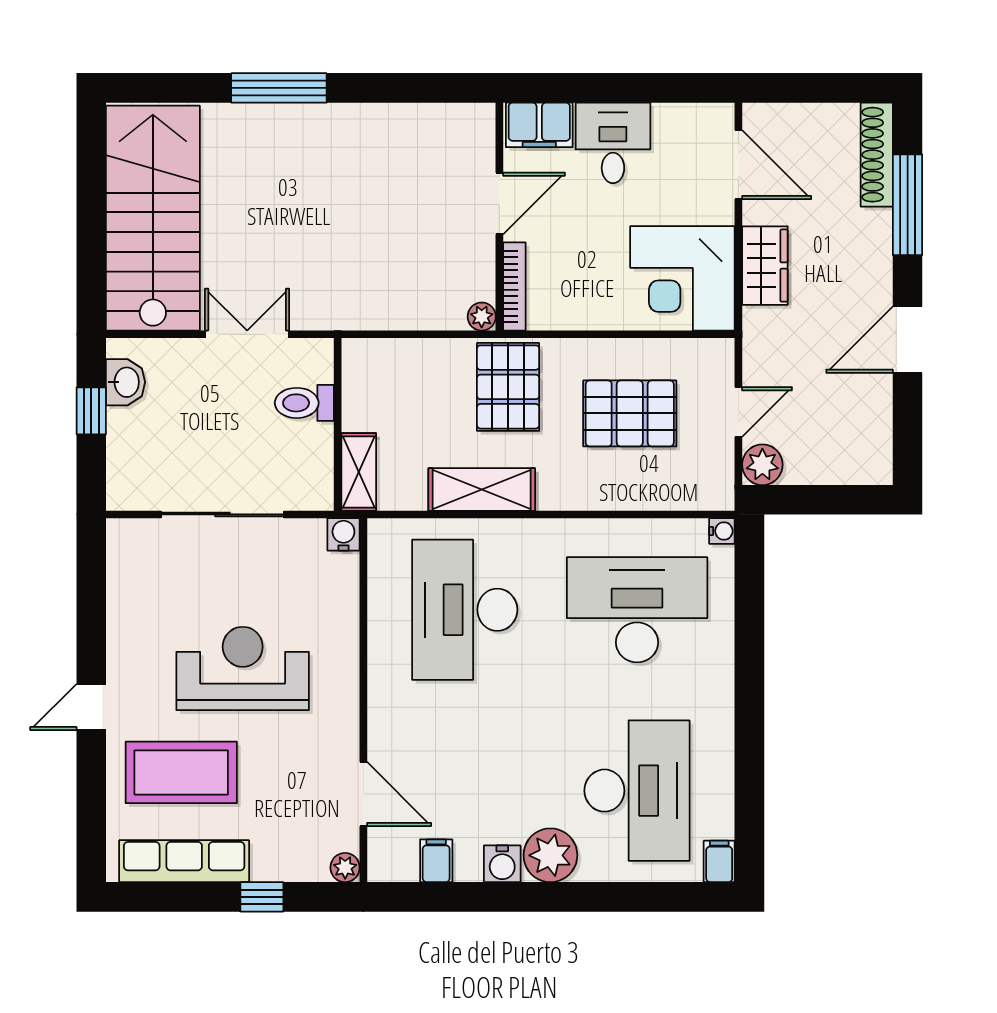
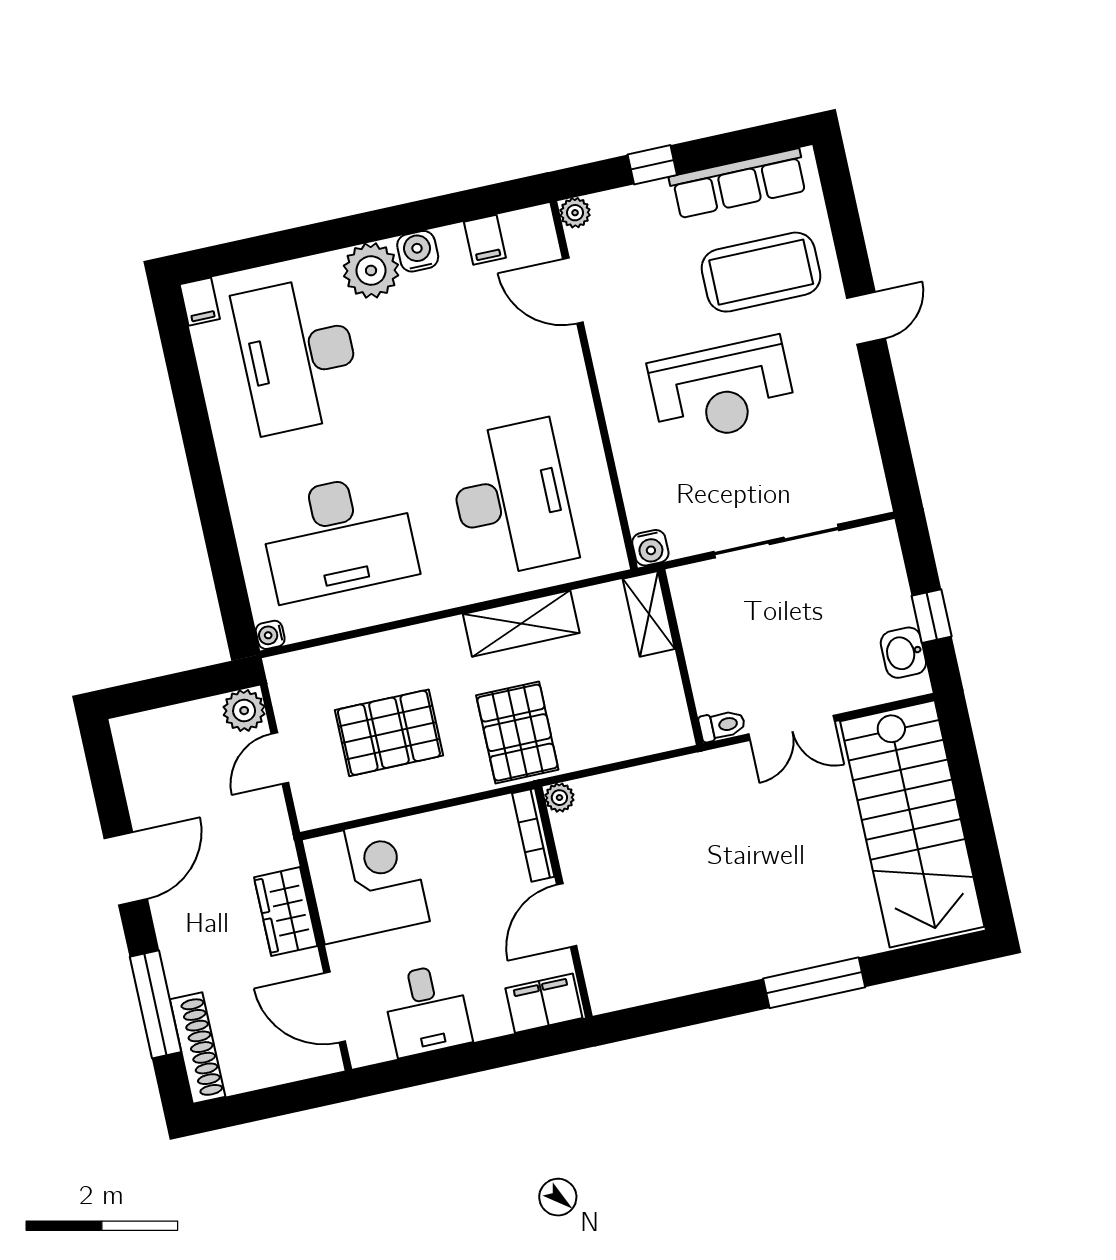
desk: (613, 143) -> (427, 1010), moved
toilet: (304, 403) -> (722, 725), moved, width x0.73, depth x0.72

